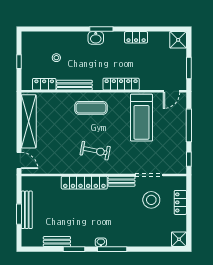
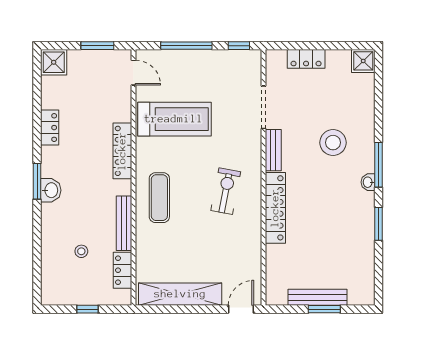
stool: (151, 200) -> (333, 143), moved
bench: (57, 242) -> (367, 250), removed

